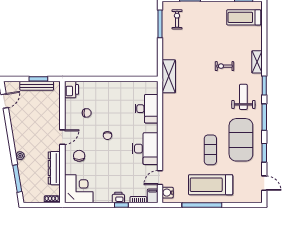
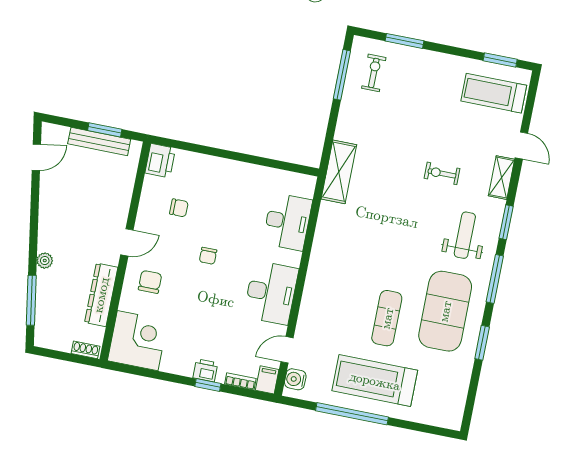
door: (264, 183) -> (521, 145), moved

